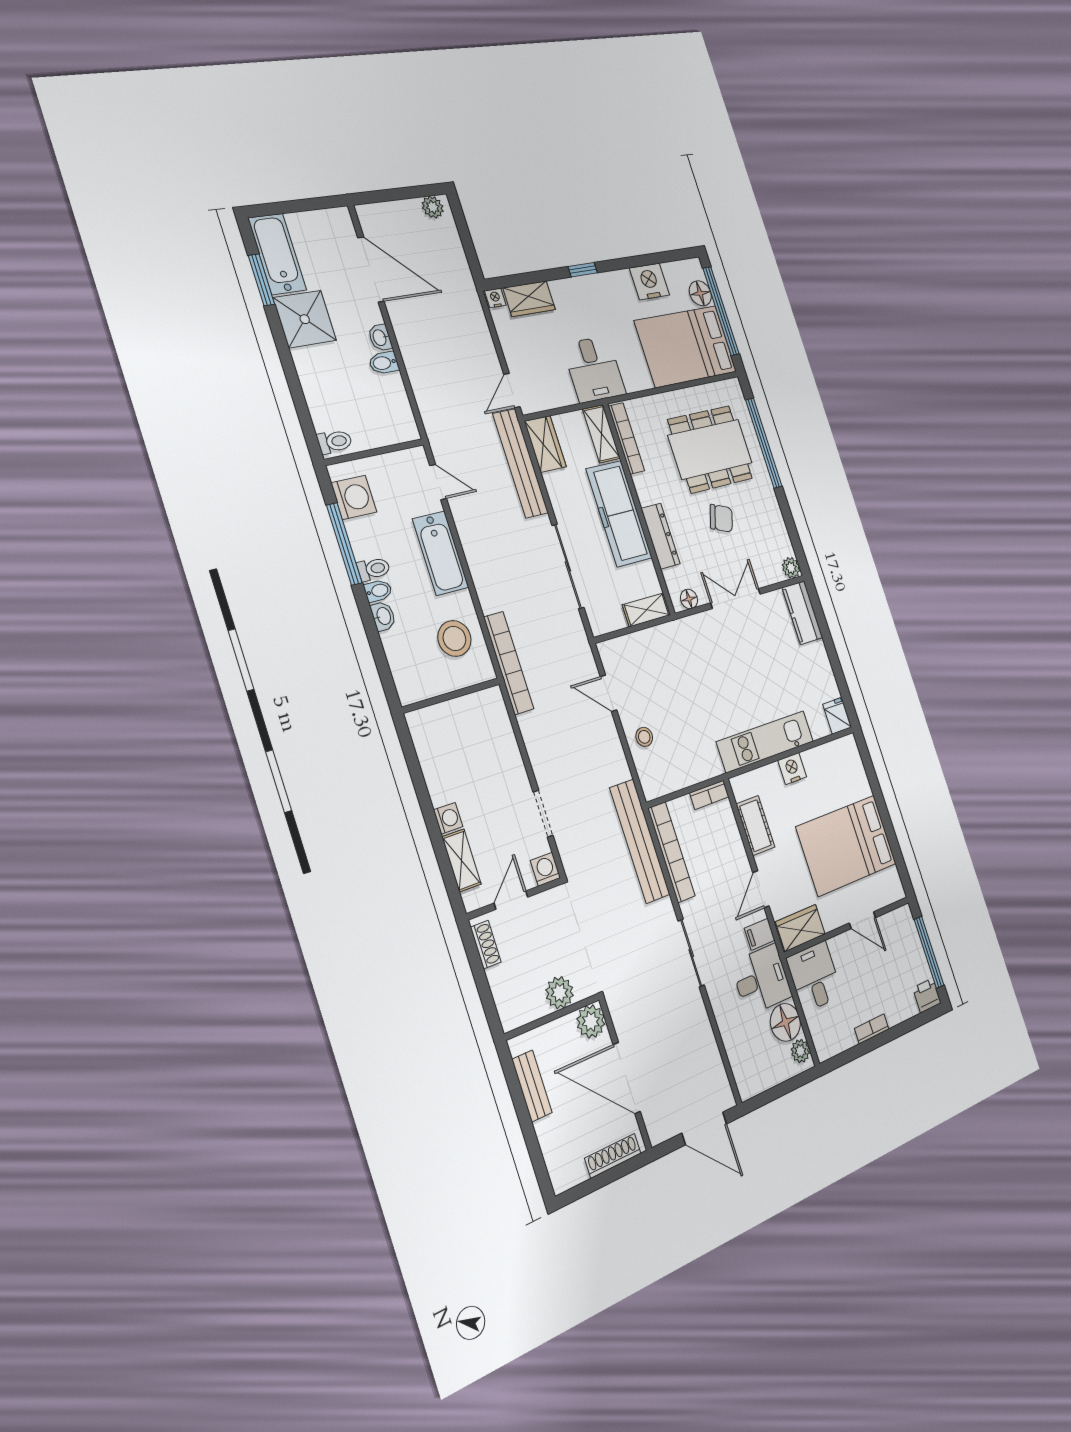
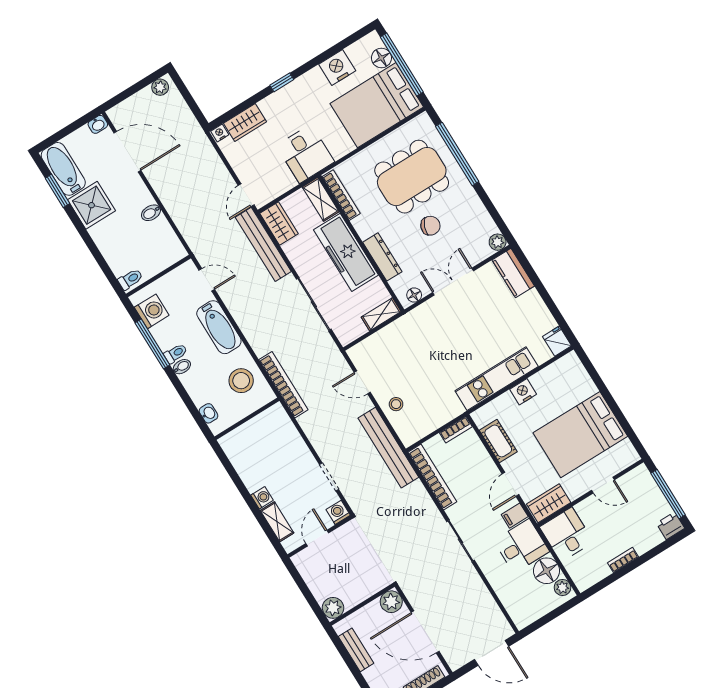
washbasin: (380, 338) -> (98, 124), moved, turned -90
washbasin: (383, 616) -> (209, 413), moved
bench: (640, 841) -> (388, 448), moved
shoe rack: (486, 945) -> (305, 570), removed
plant: (560, 993) -> (333, 608), moved

